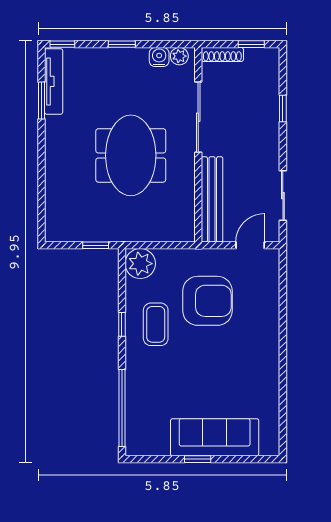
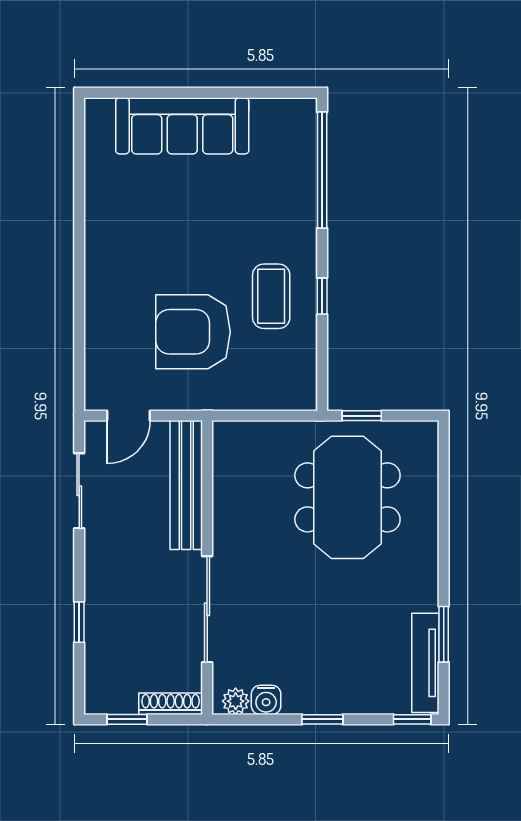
meeting table: (131, 155) -> (347, 497), moved
plant: (140, 264) -> (295, 388), removed
window: (198, 459) -> (208, 93), removed

